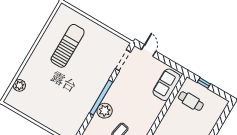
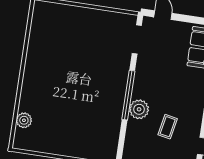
sun lounger: (68, 46) -> (63, 49), removed

